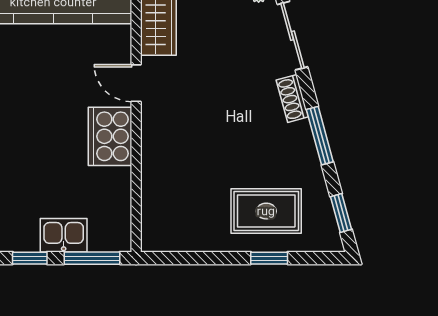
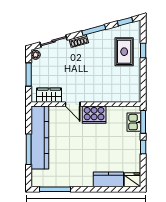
door: (136, 83) -> (73, 104), hinge flipped
kitchen sink: (64, 235) -> (134, 122), moved

